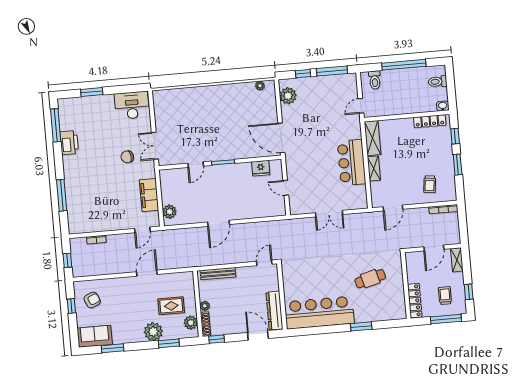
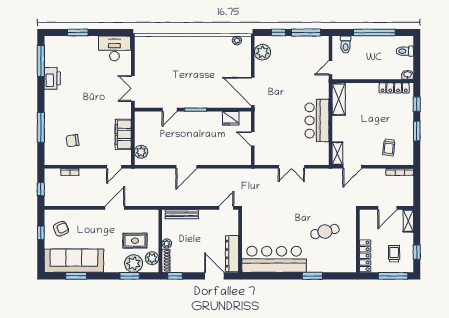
chair: (127, 157) -> (73, 141), moved
shelving: (374, 169) -> (337, 153), moved
plant: (153, 332) -> (134, 264), moved
sofa: (95, 336) -> (74, 261), width x1.85, depth x1.27

